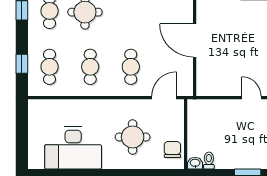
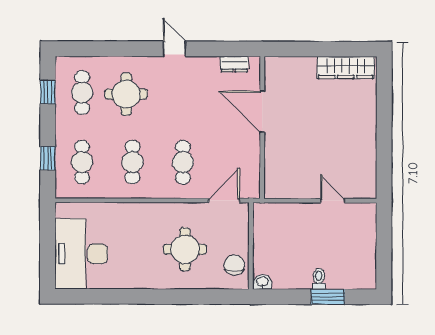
door: (195, 40) -> (262, 112), moved
desk: (73, 148) -> (81, 254), moved, turned 90
toilet: (209, 161) -> (319, 279), moved

